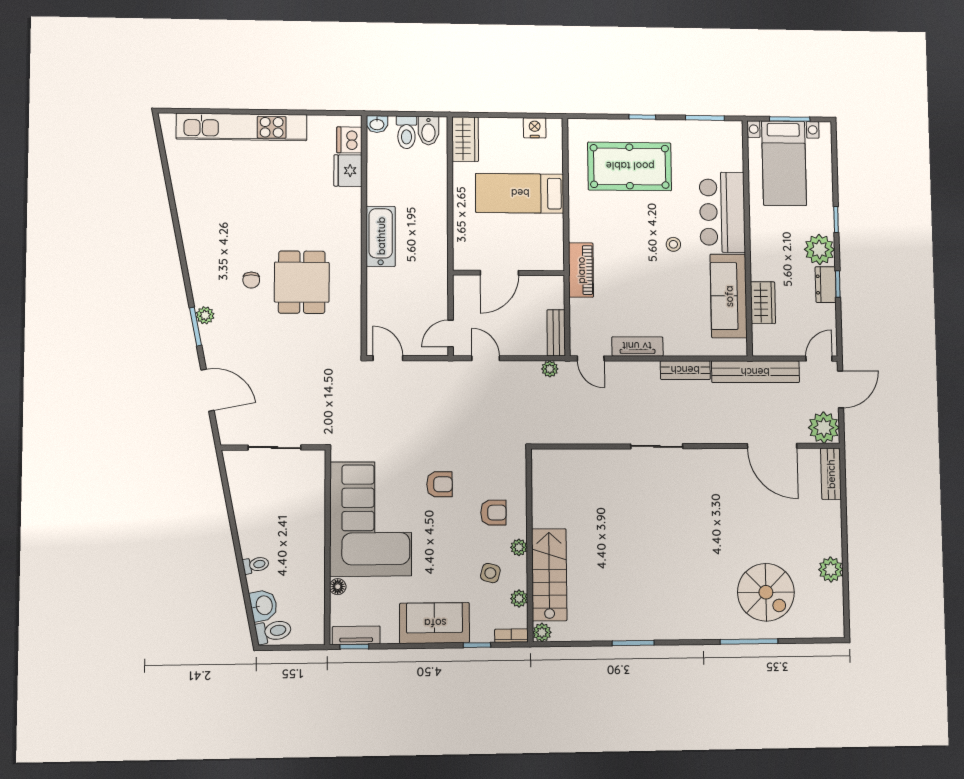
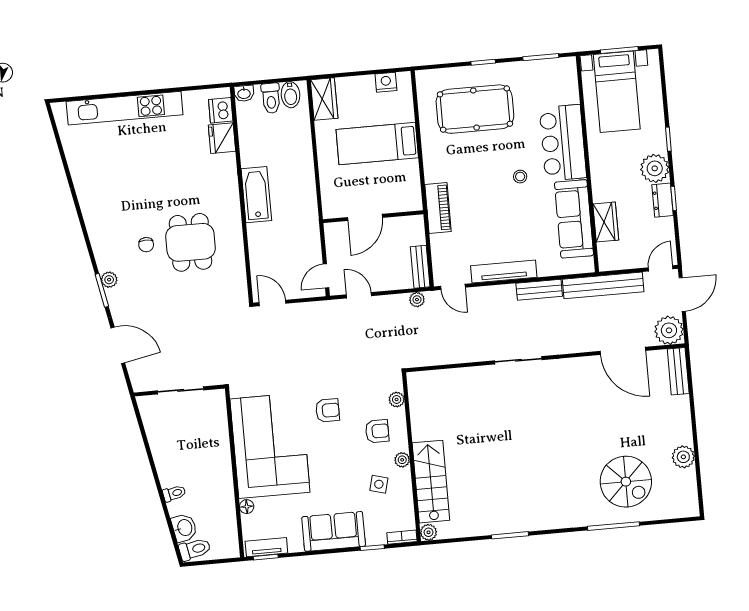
tv unit: (637, 346) -> (504, 271), width x1.41
plant: (519, 599) -> (397, 400), moved

